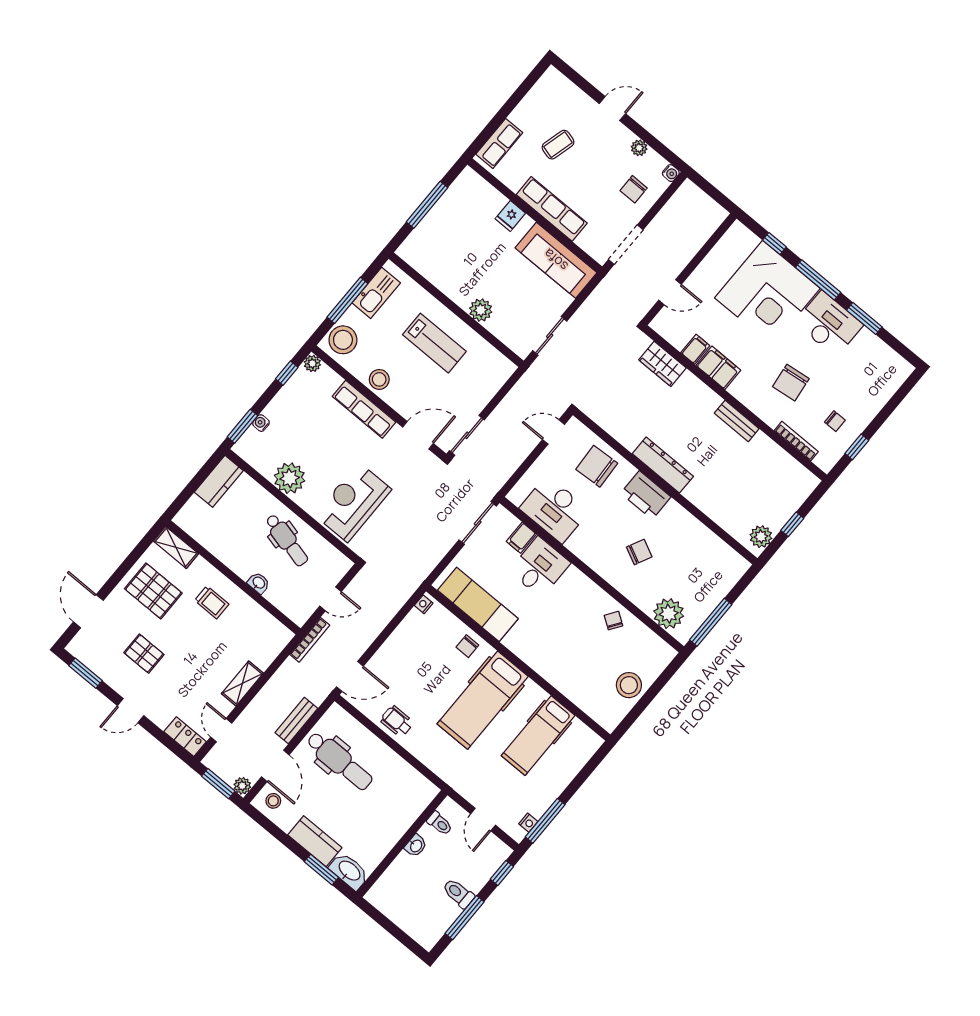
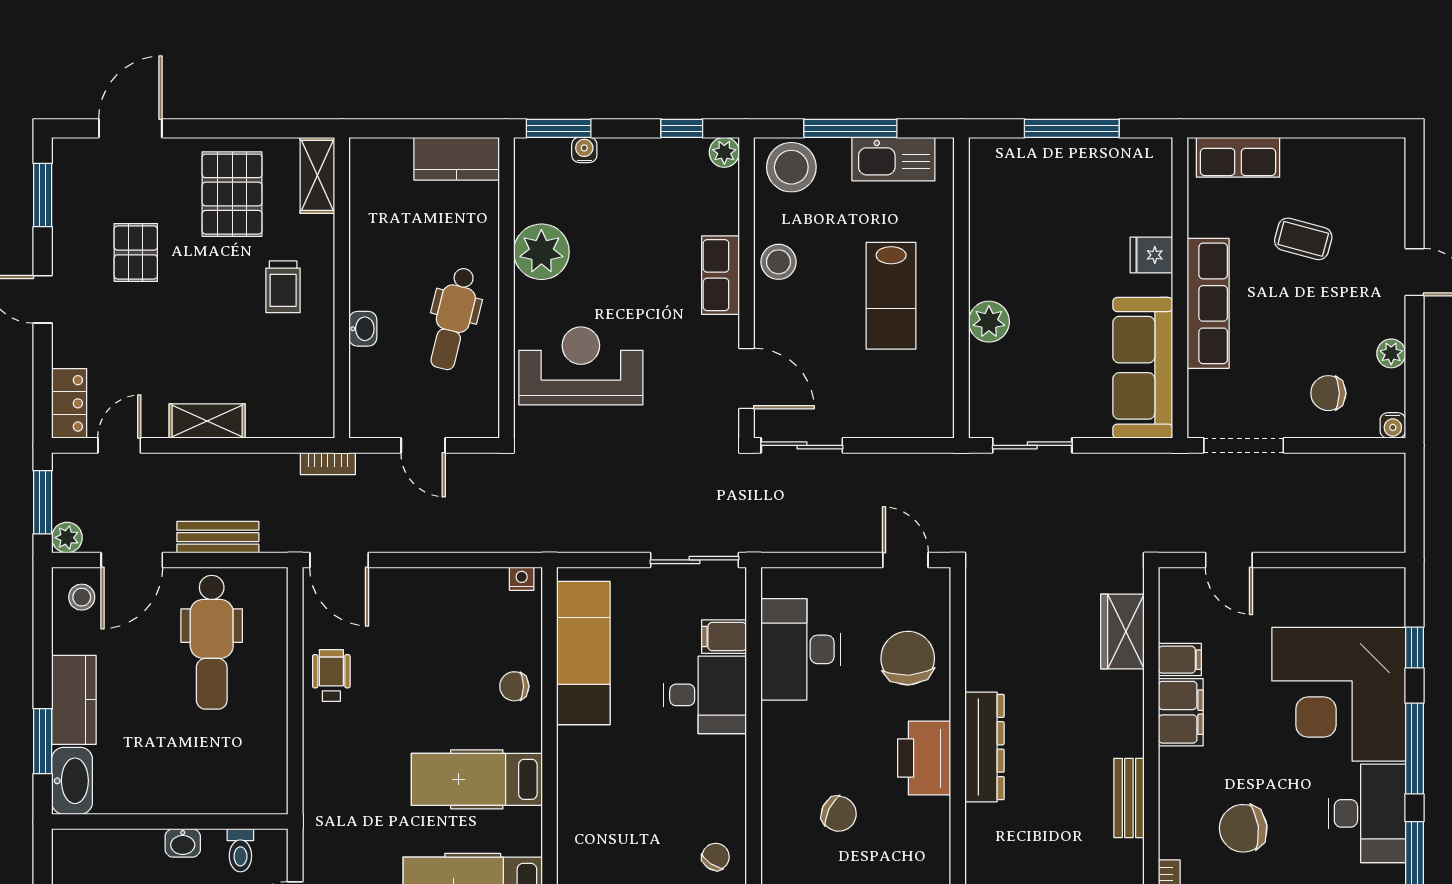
row of seats: (364, 409) -> (720, 275), width x0.68
bookcase: (310, 640) -> (328, 464), width x0.64
hospital bed: (483, 700) -> (477, 779), width x0.73, depth x0.78

